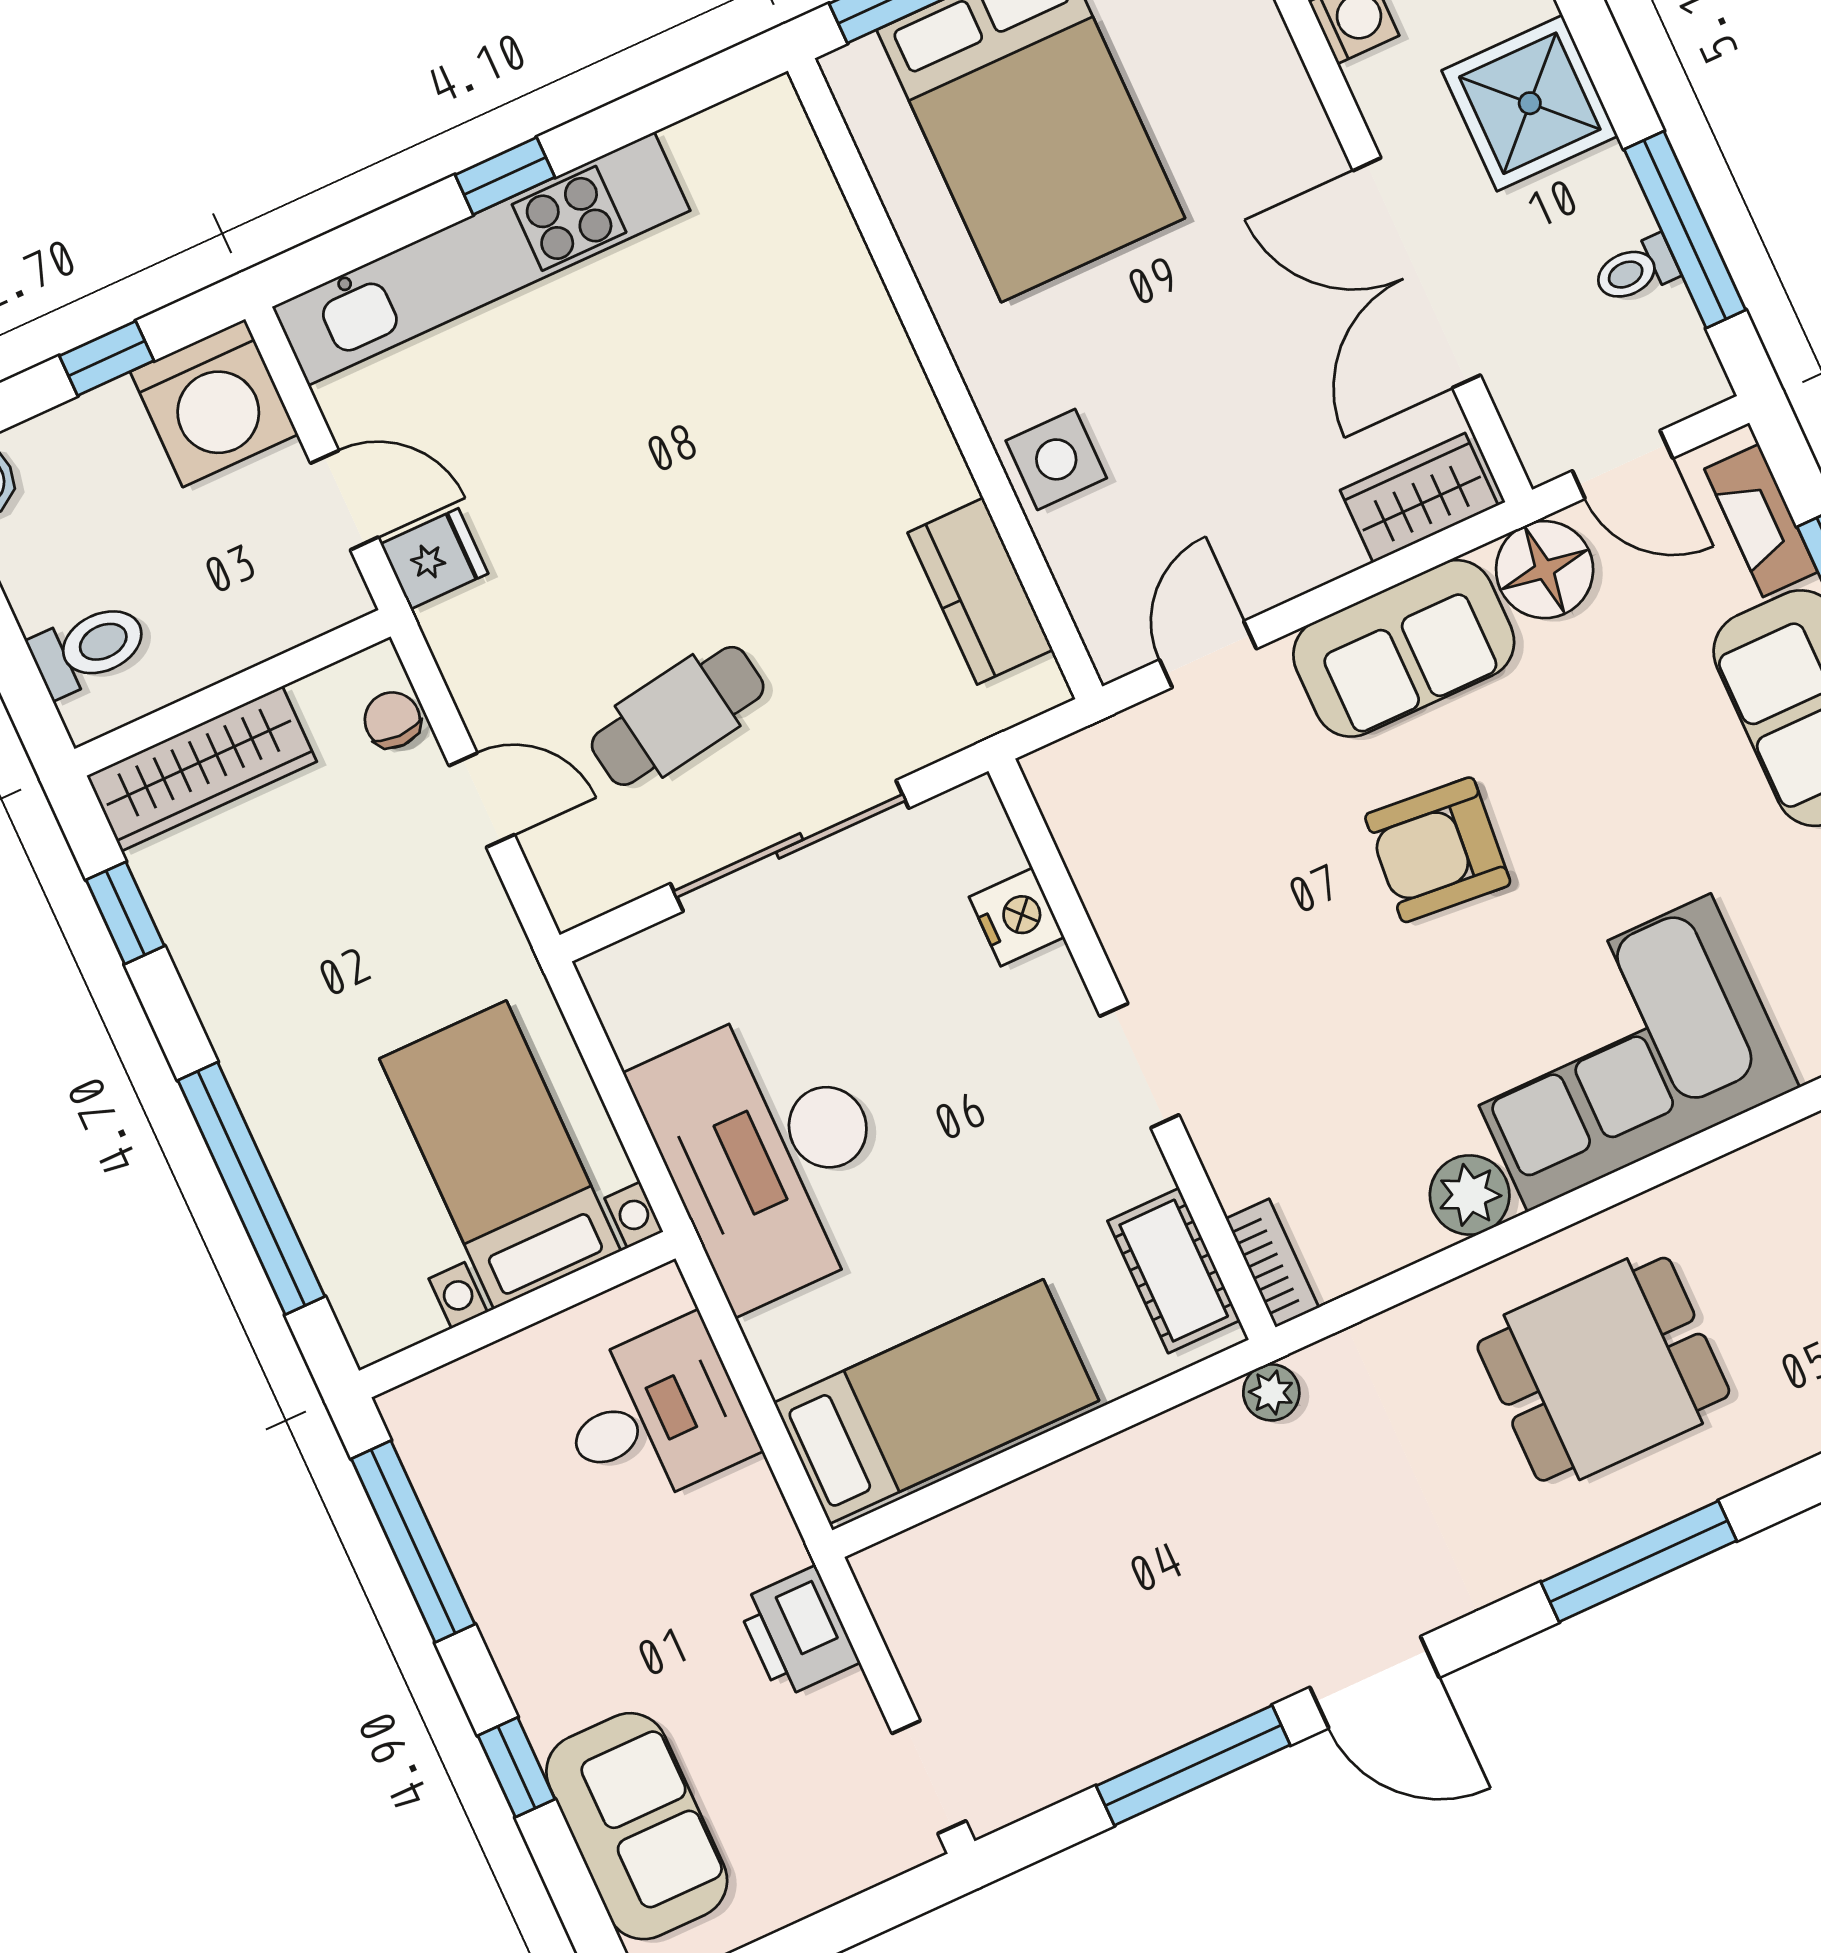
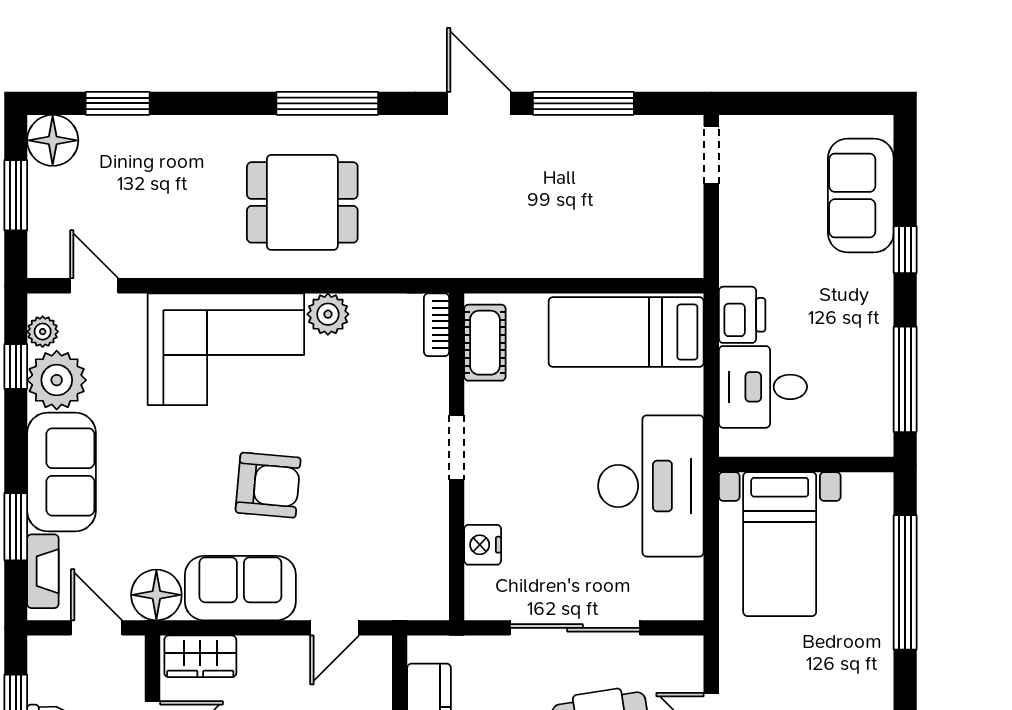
plant: (1271, 1392) -> (465, 264), removed
printer: (798, 1632) -> (742, 315), moved

